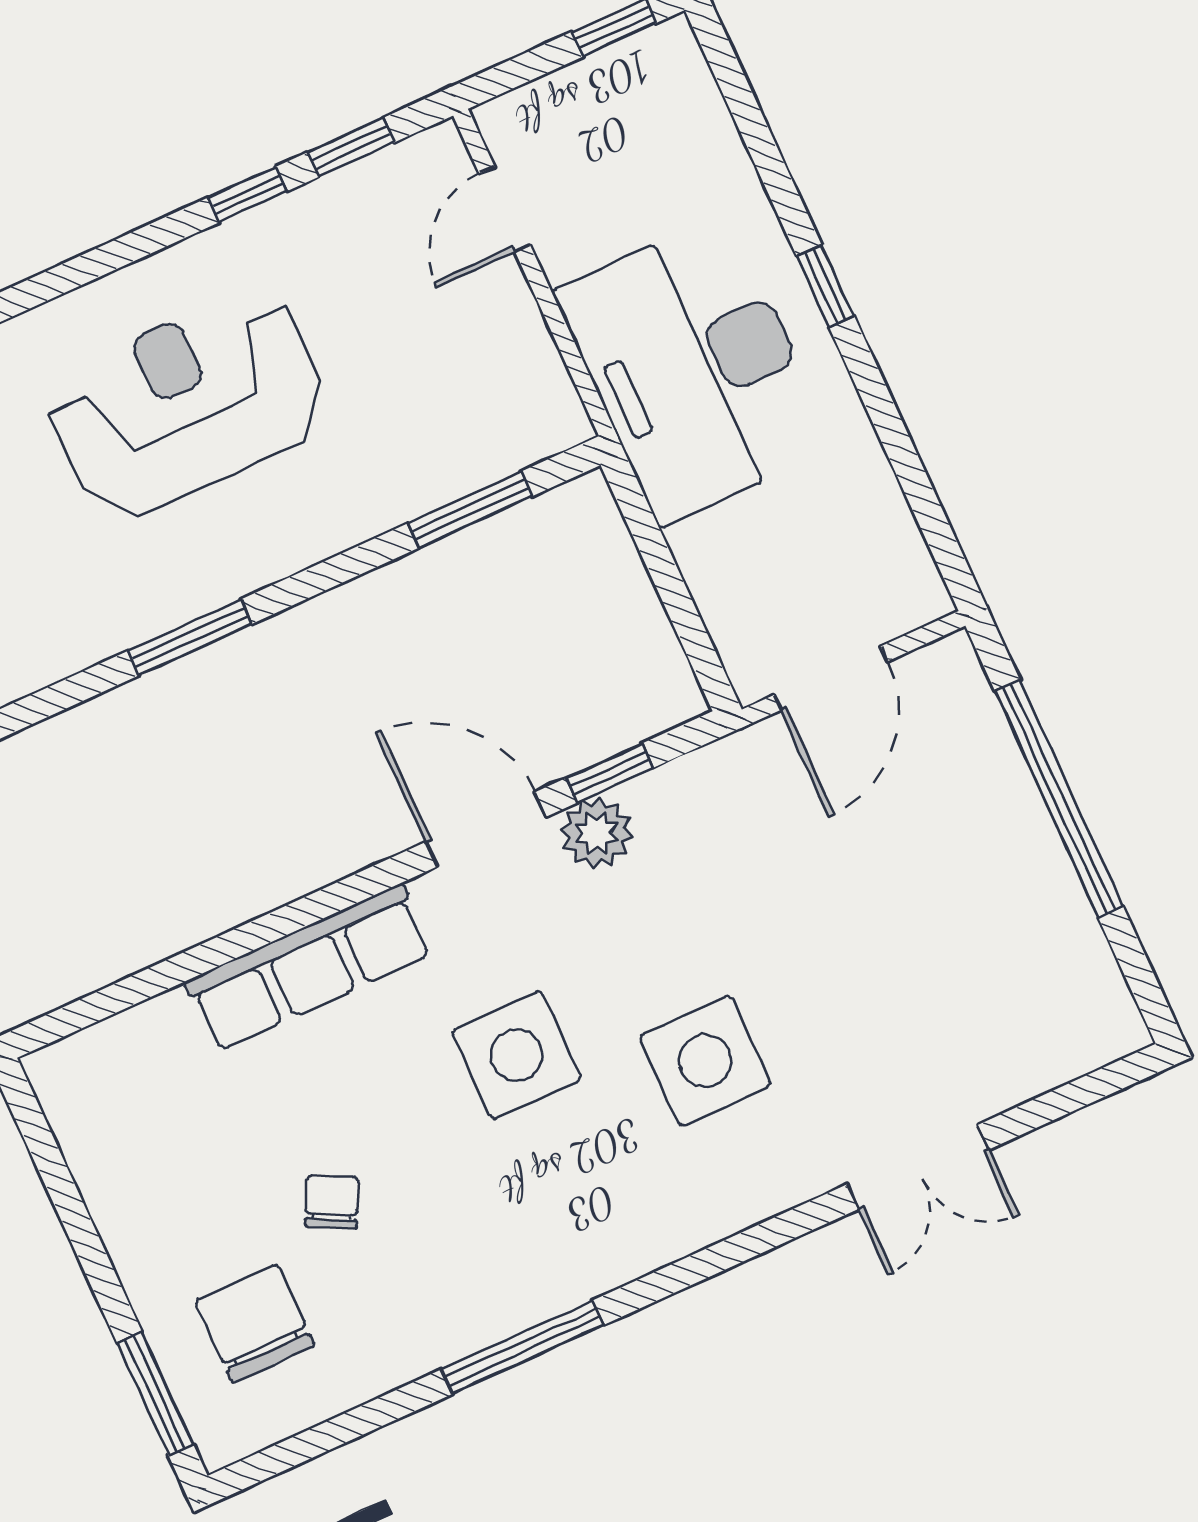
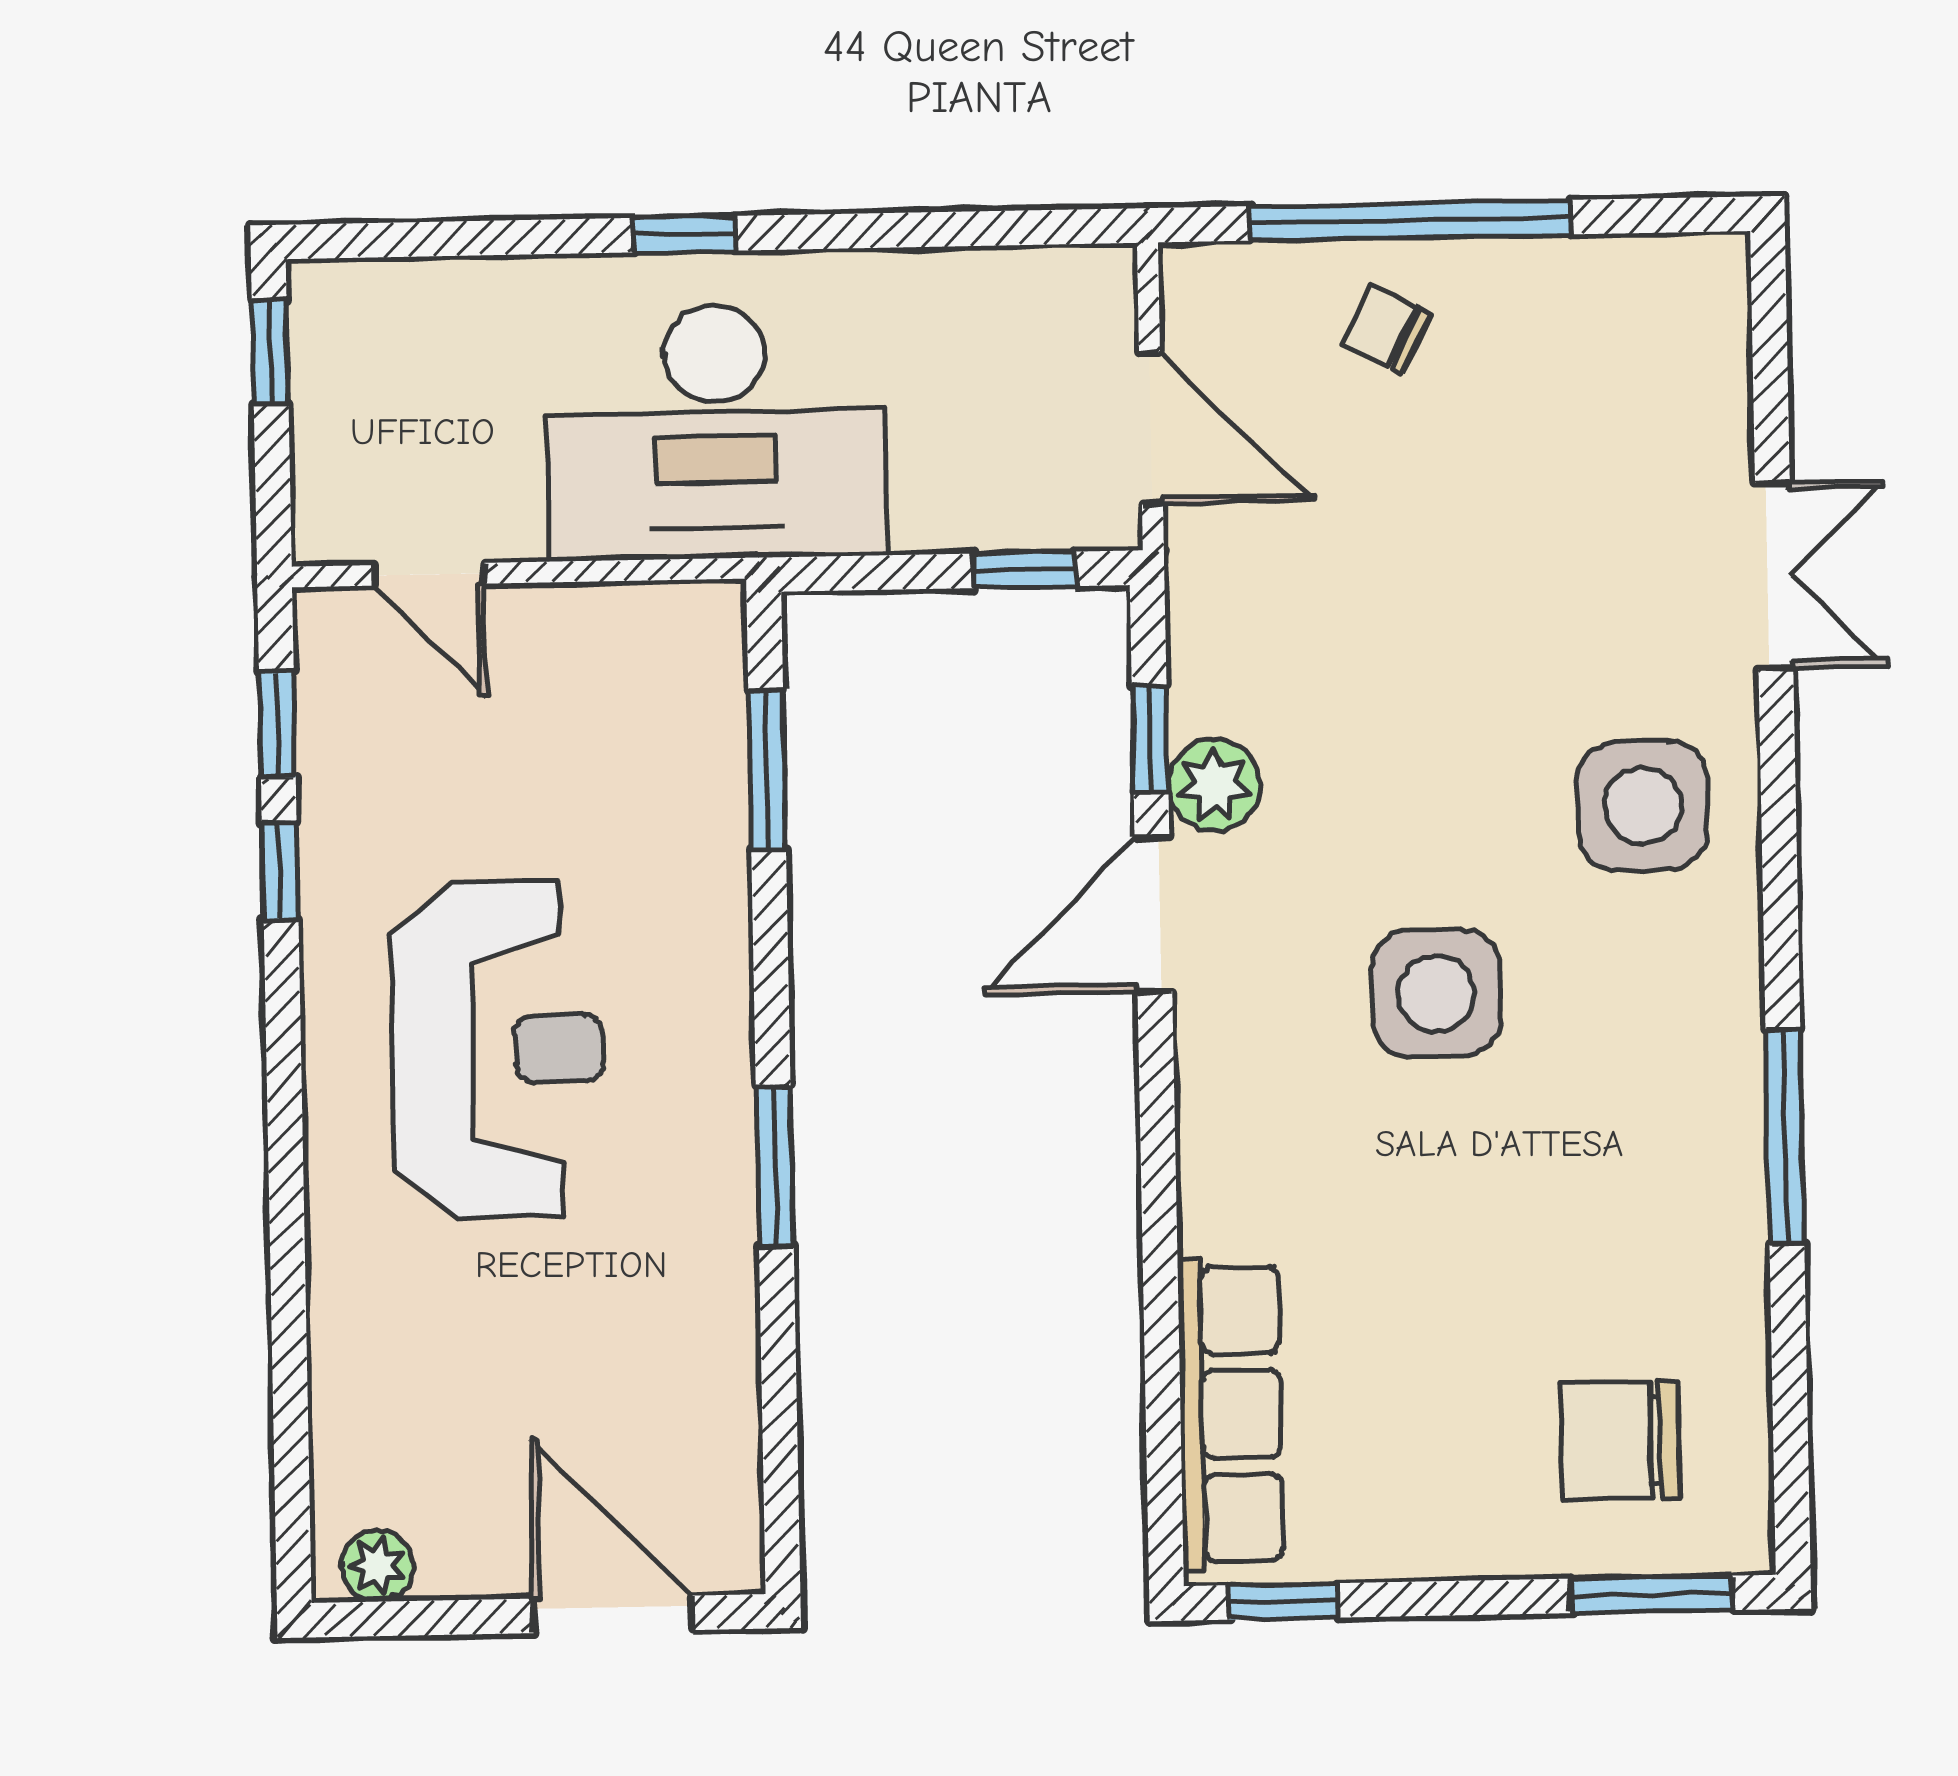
reception desk: (187, 404) -> (498, 1050), turned 180
window: (691, 631) -> (1024, 570), added
row of seats: (309, 968) -> (1231, 1414), moved
side table: (705, 1061) -> (1643, 806), moved
window: (37, 1134) -> (1284, 1601), added
chair: (332, 1202) -> (1387, 329), moved

